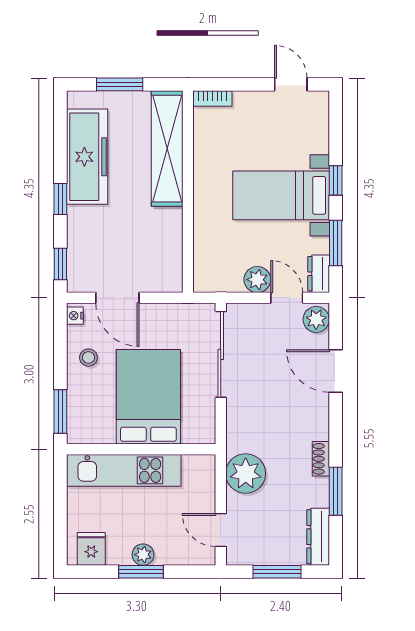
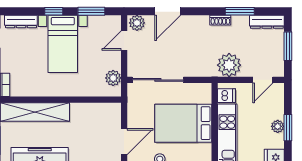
dresser: (319, 274) -> (21, 21), moved, width x1.44
plant: (257, 280) -> (113, 78), moved
dishwasher: (194, 469) -> (227, 96), added

